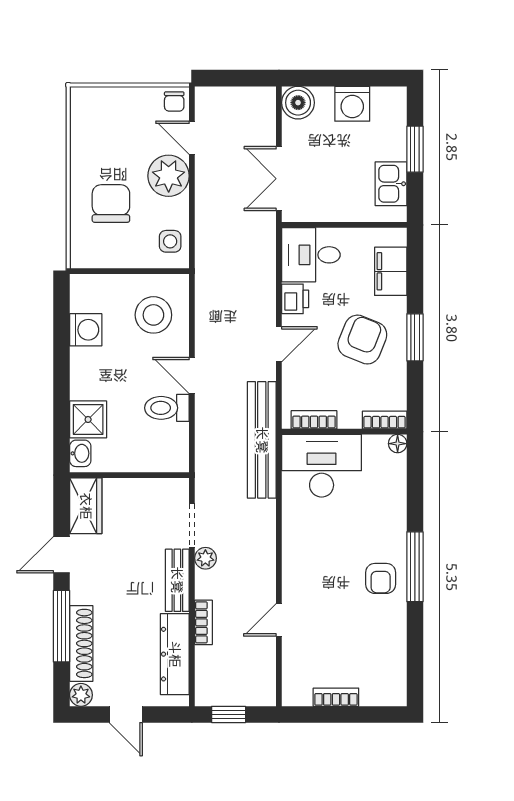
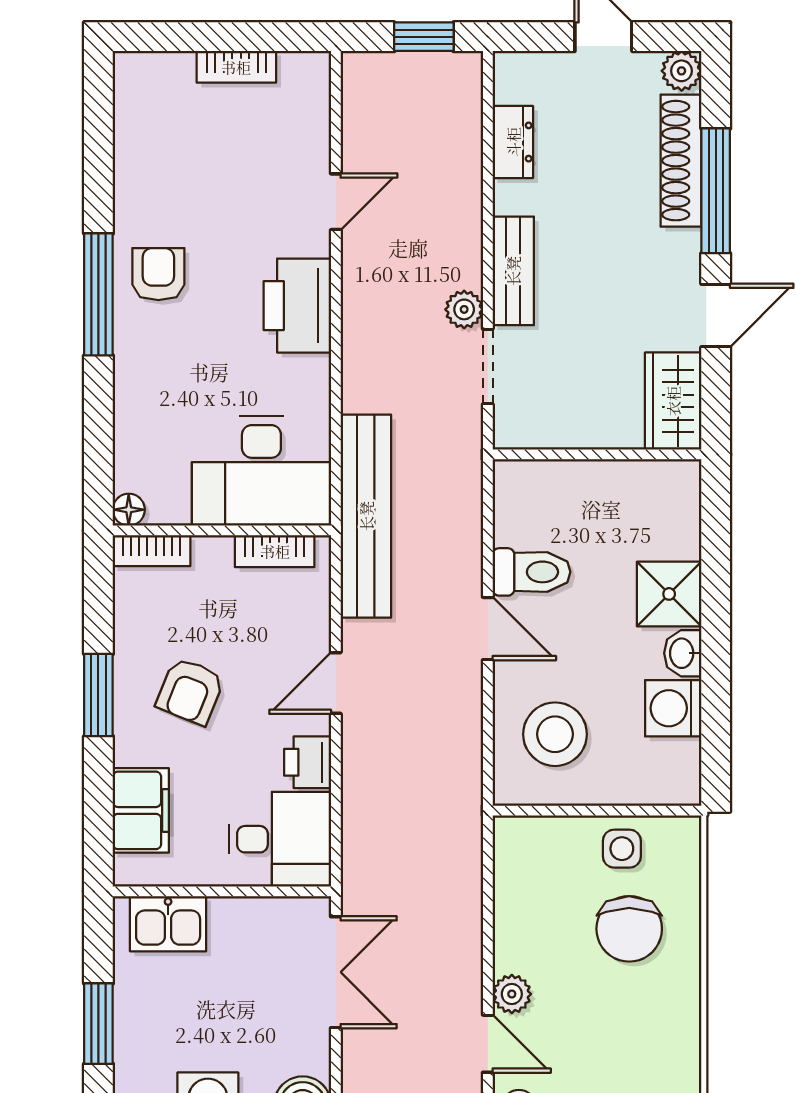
plant: (169, 176) -> (512, 994), width x0.53, depth x0.53
kitchen sink: (391, 184) -> (168, 924), moved, turned 90
side table: (170, 241) -> (622, 849), moved
armchair: (362, 340) -> (190, 691), width x0.72, depth x0.72
shower: (88, 419) -> (669, 594), moved
washbasin: (80, 453) -> (683, 653), moved
printer: (301, 560) -> (297, 306), added
bookcase: (204, 622) -> (468, 197), removed
dresser: (175, 654) -> (513, 142), width x0.51, depth x0.80

